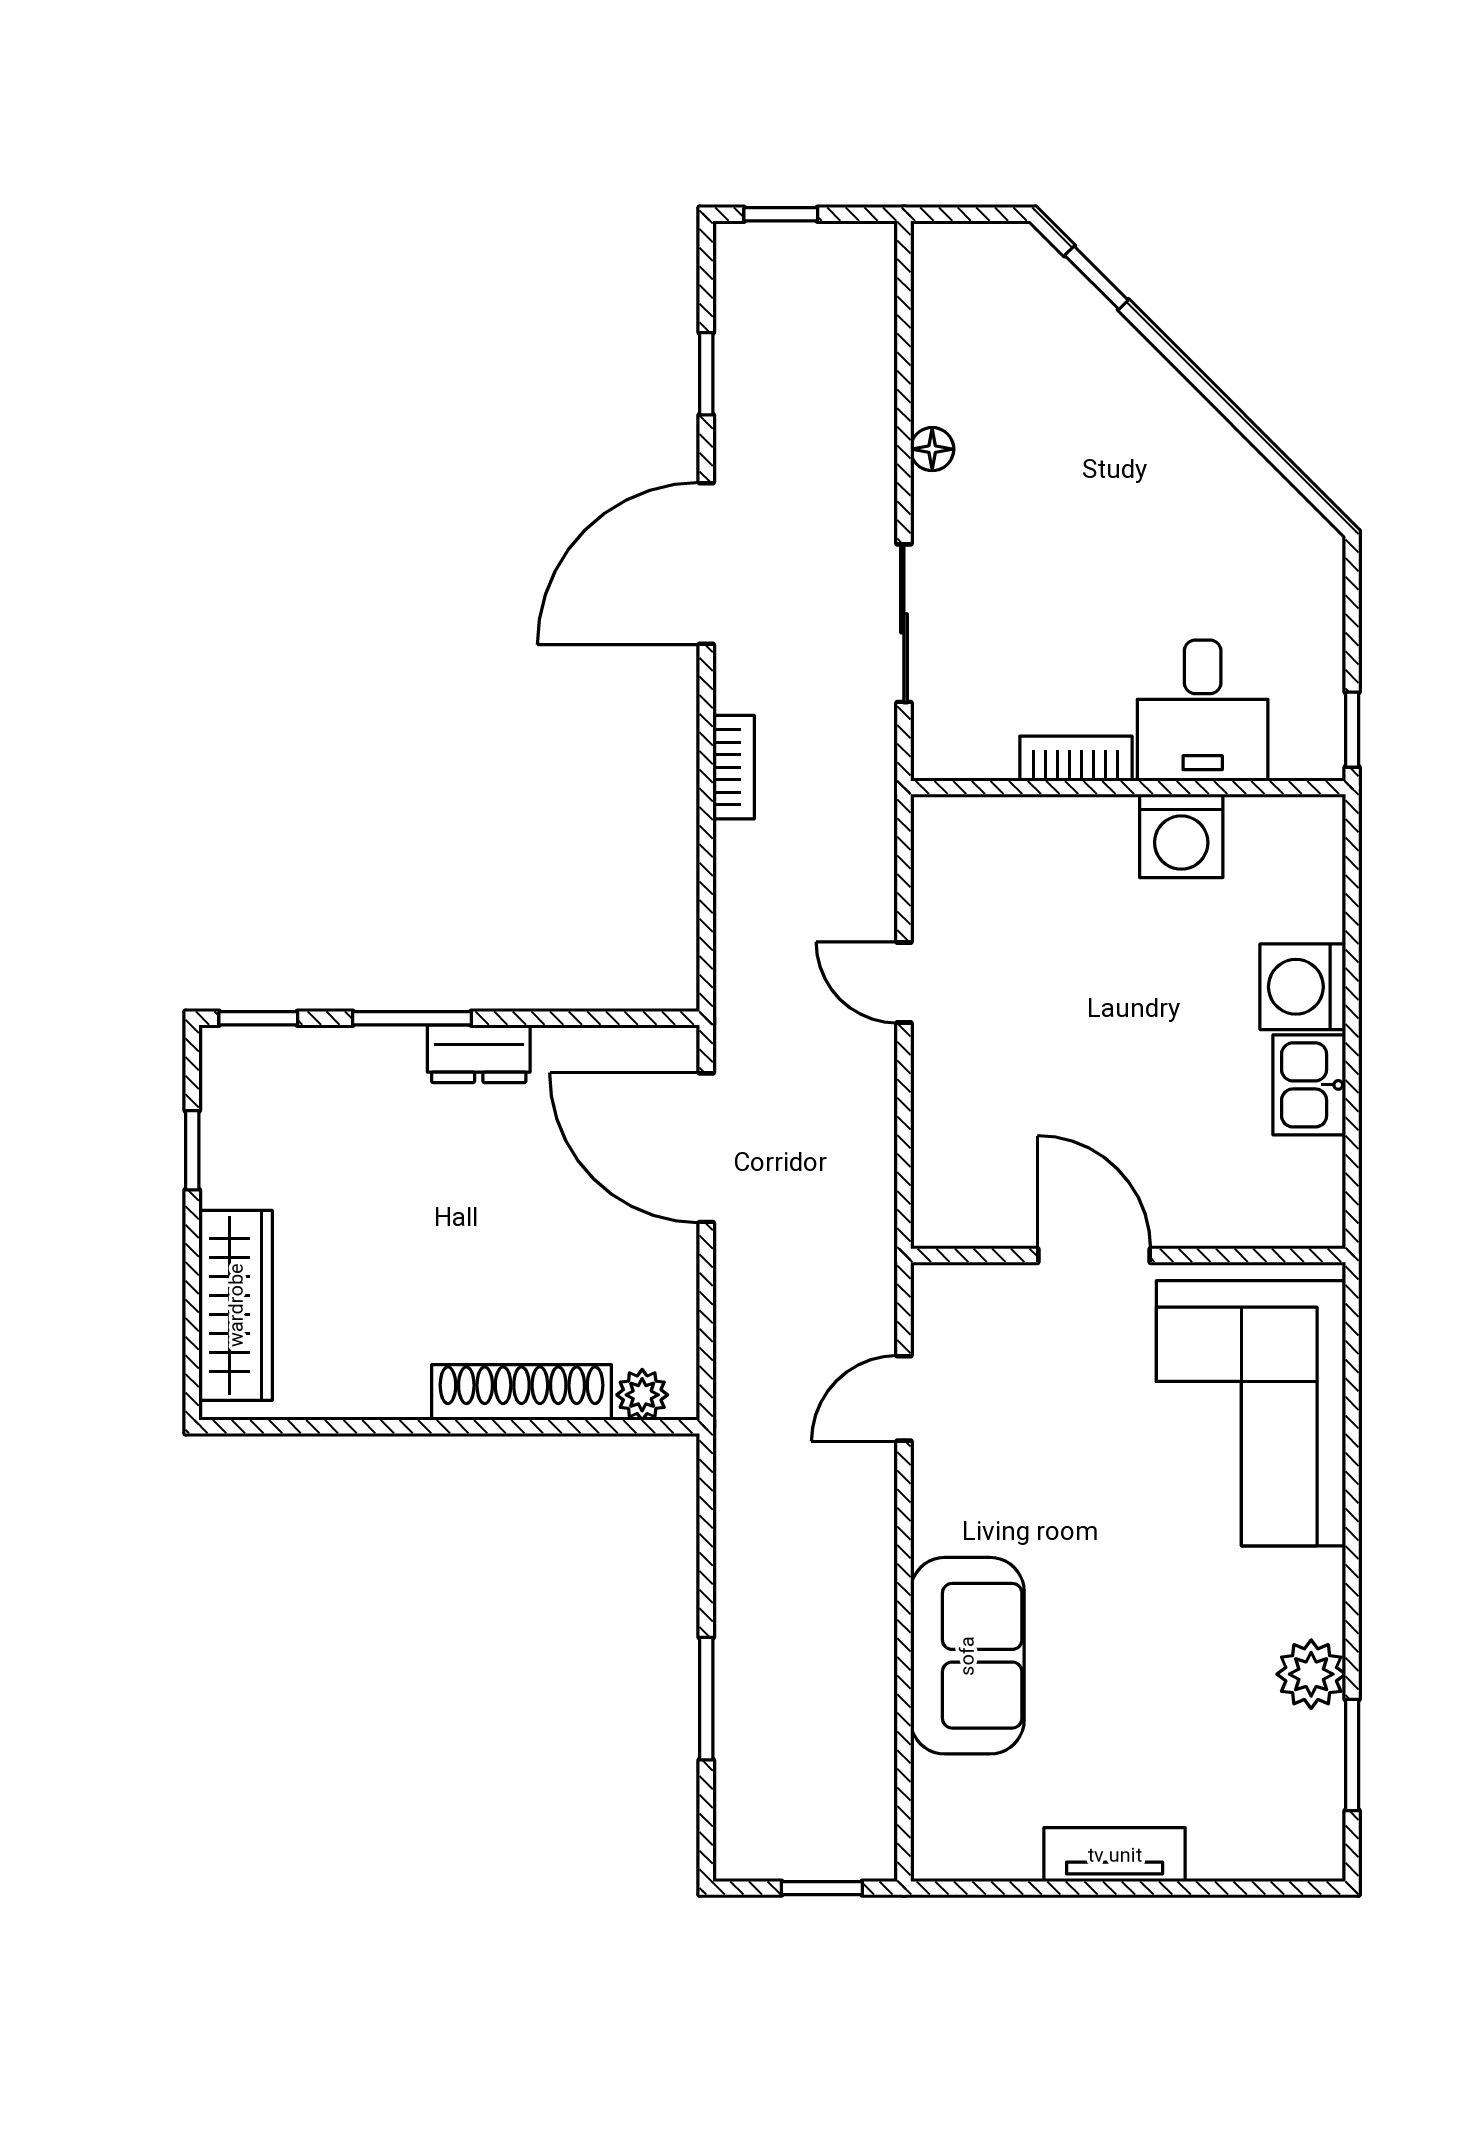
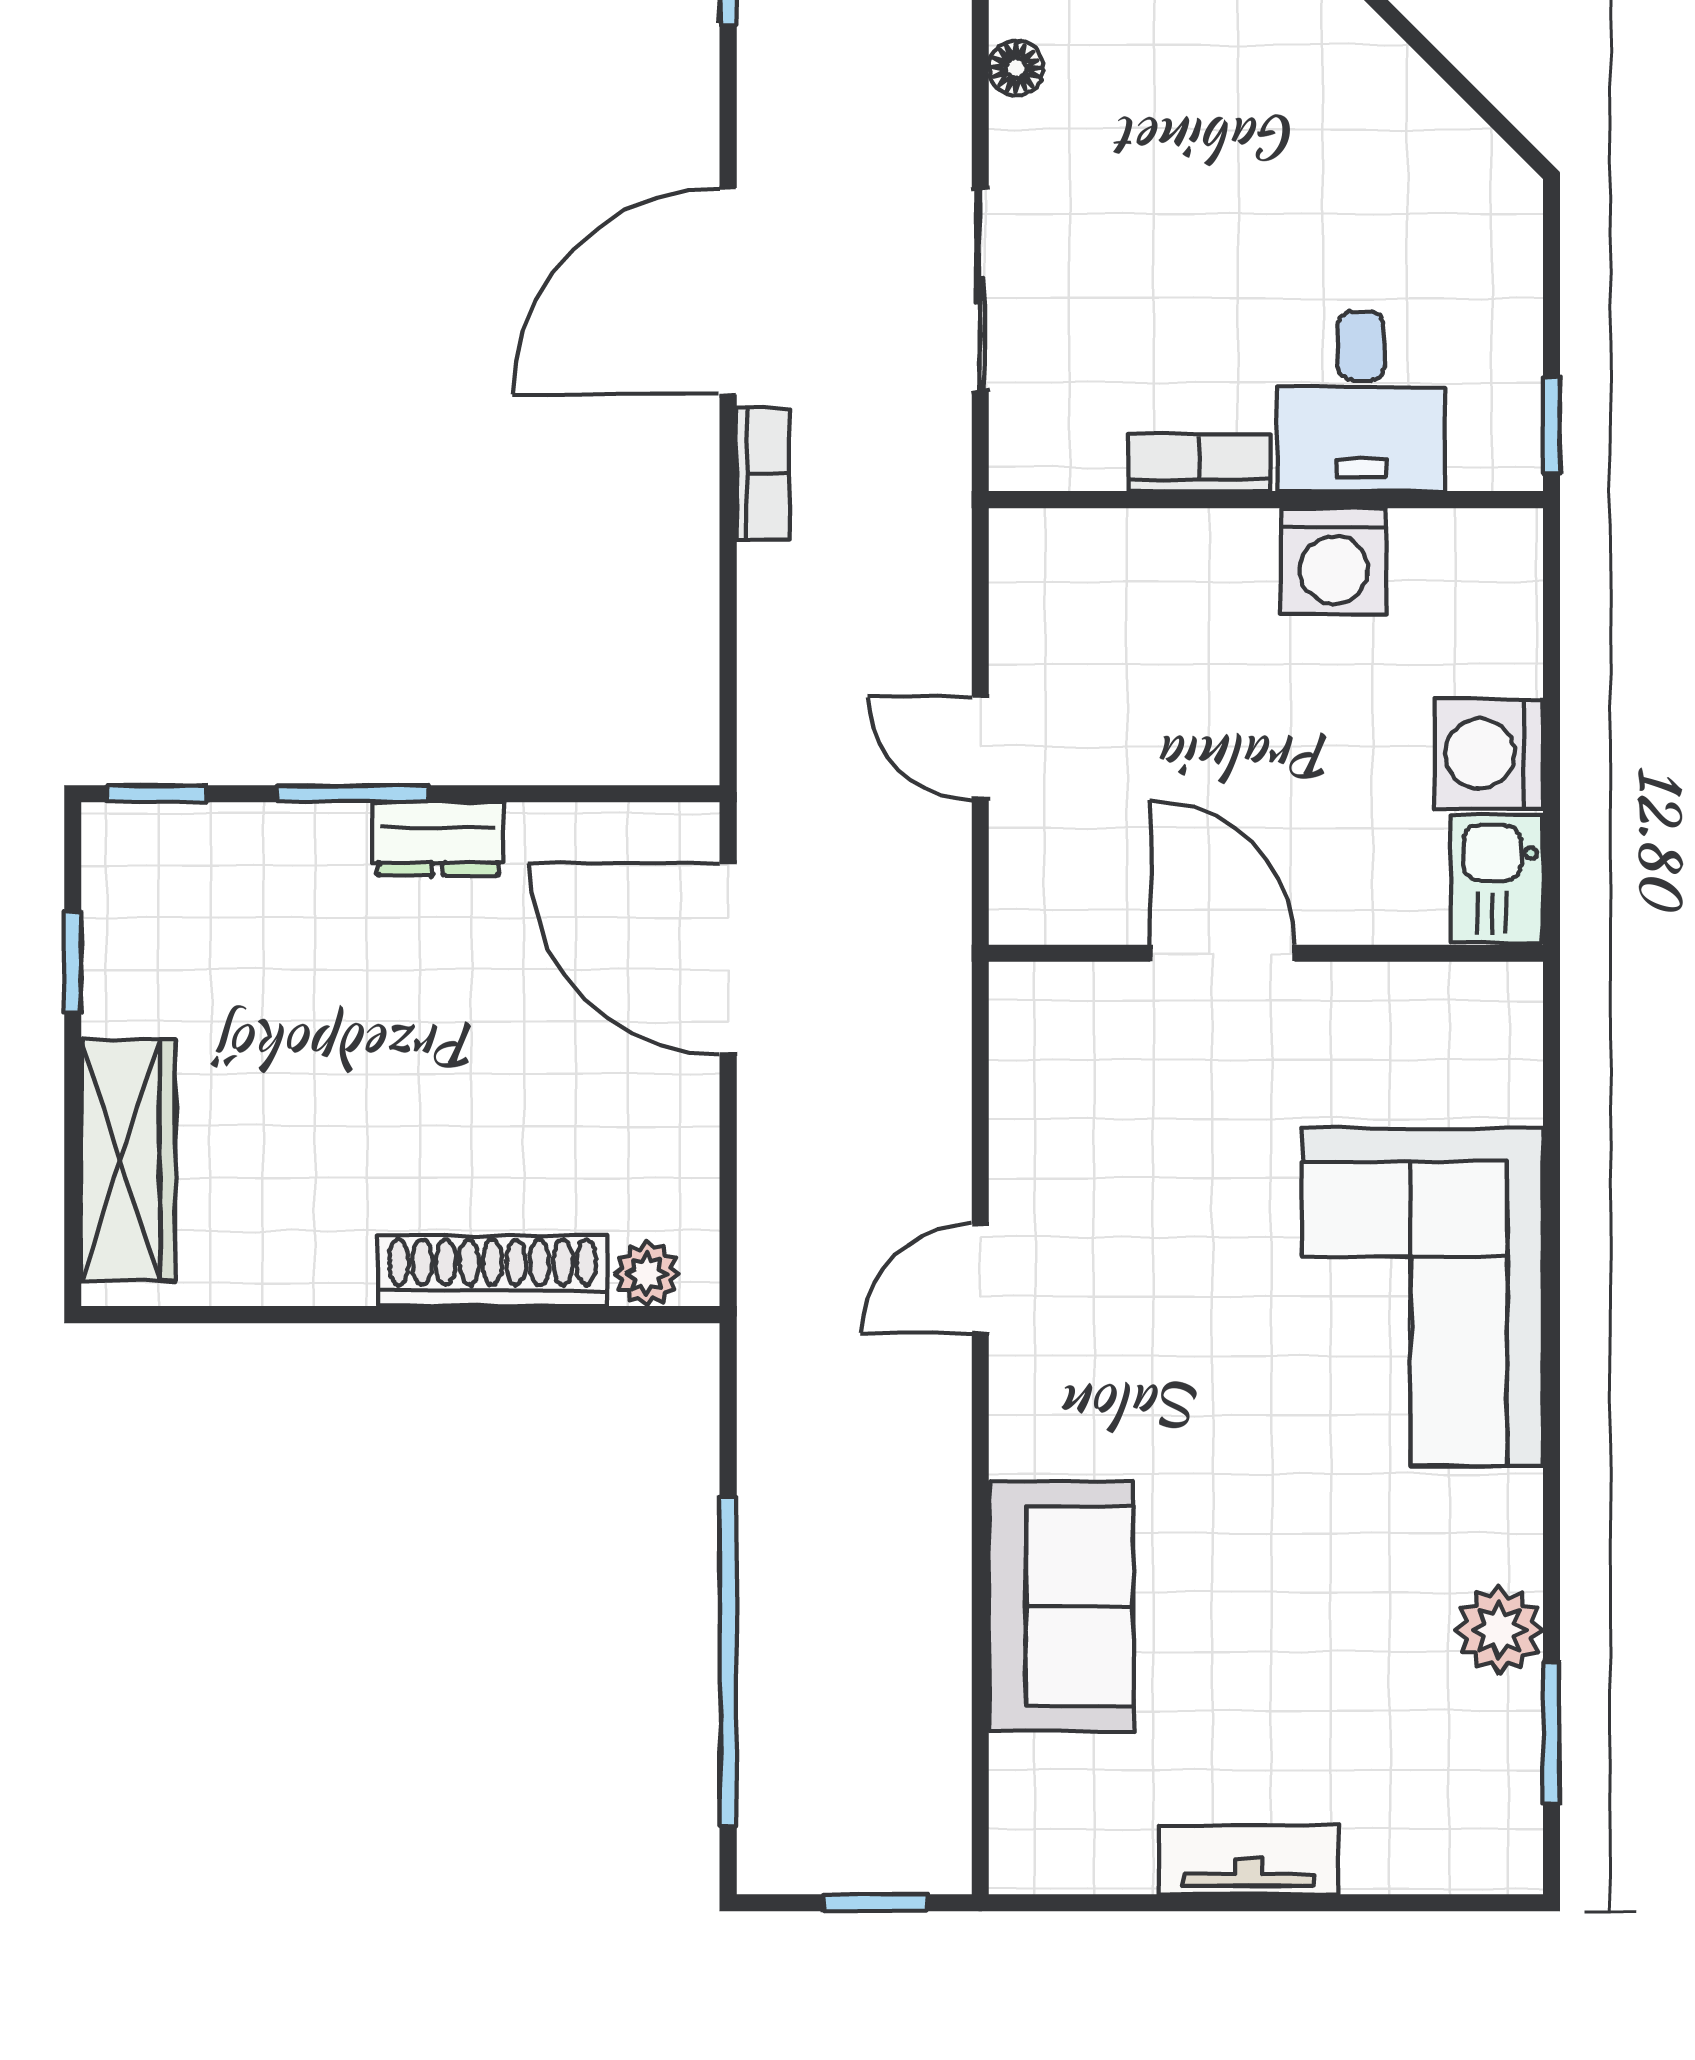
door: (706, 564) -> (728, 291), moved
door: (1094, 1255) -> (1222, 953), moved
wall: (1128, 1255) -> (1266, 953), moved
window: (706, 1699) -> (728, 1661), width x2.11

